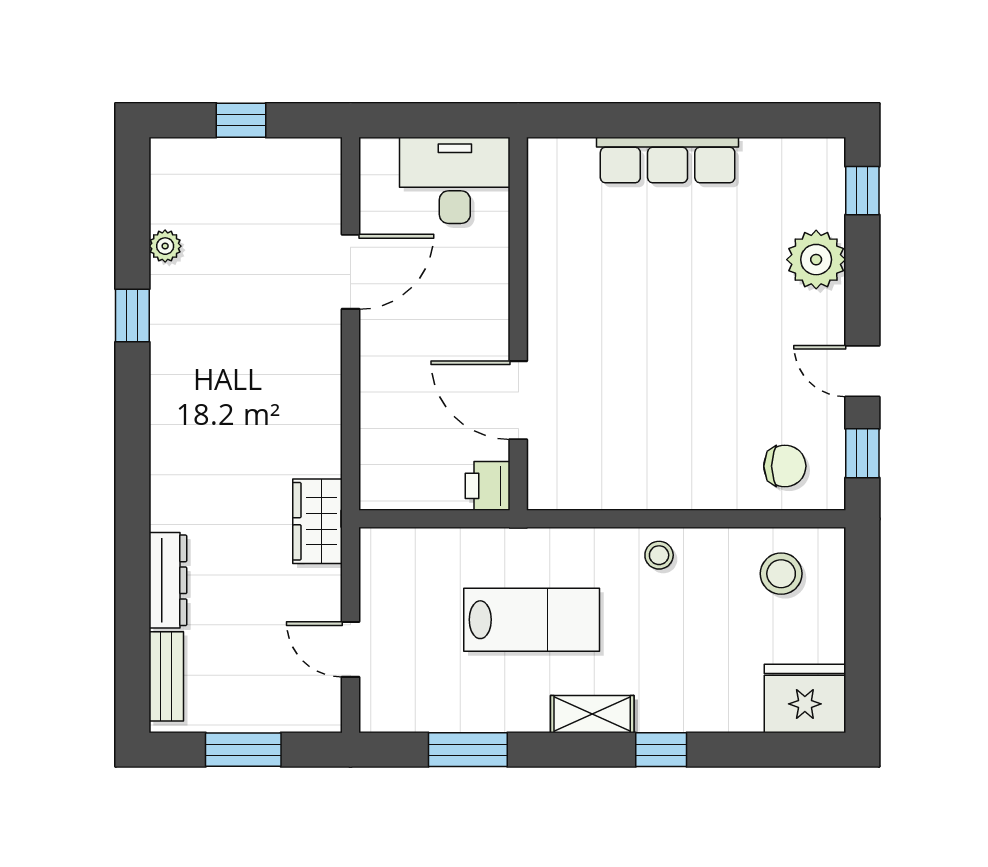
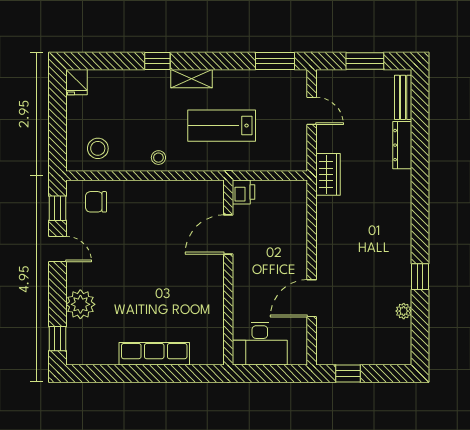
window: (241, 120) -> (348, 374), moved
door: (518, 400) -> (228, 235), swing flipped
fridge: (805, 698) -> (77, 82), width x0.53, depth x0.75
window: (468, 750) -> (275, 61), moved

